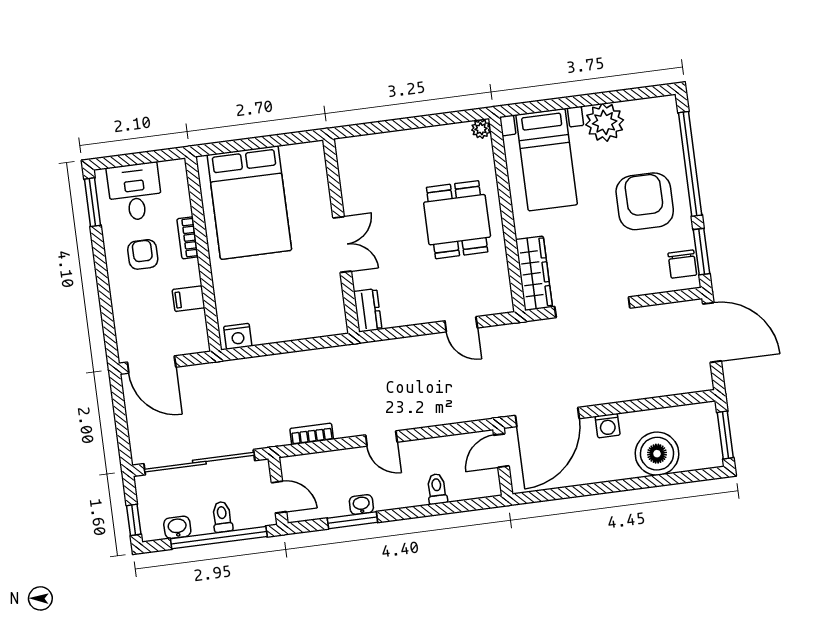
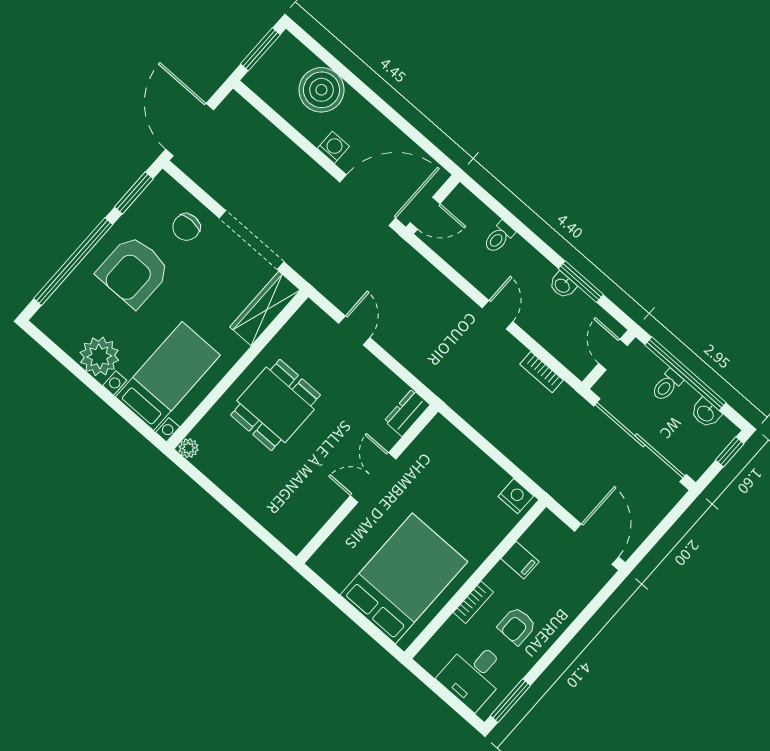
chair: (682, 264) -> (186, 227), moved, turned 180

